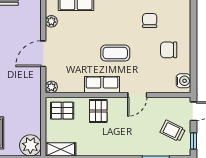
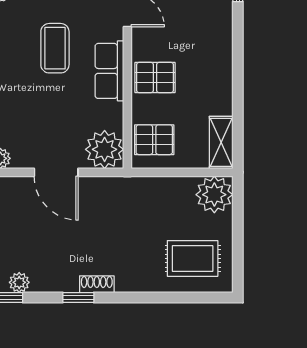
plant: (51, 87) -> (105, 149), width x1.87, depth x1.87
pallet: (62, 111) -> (154, 140), turned 90

